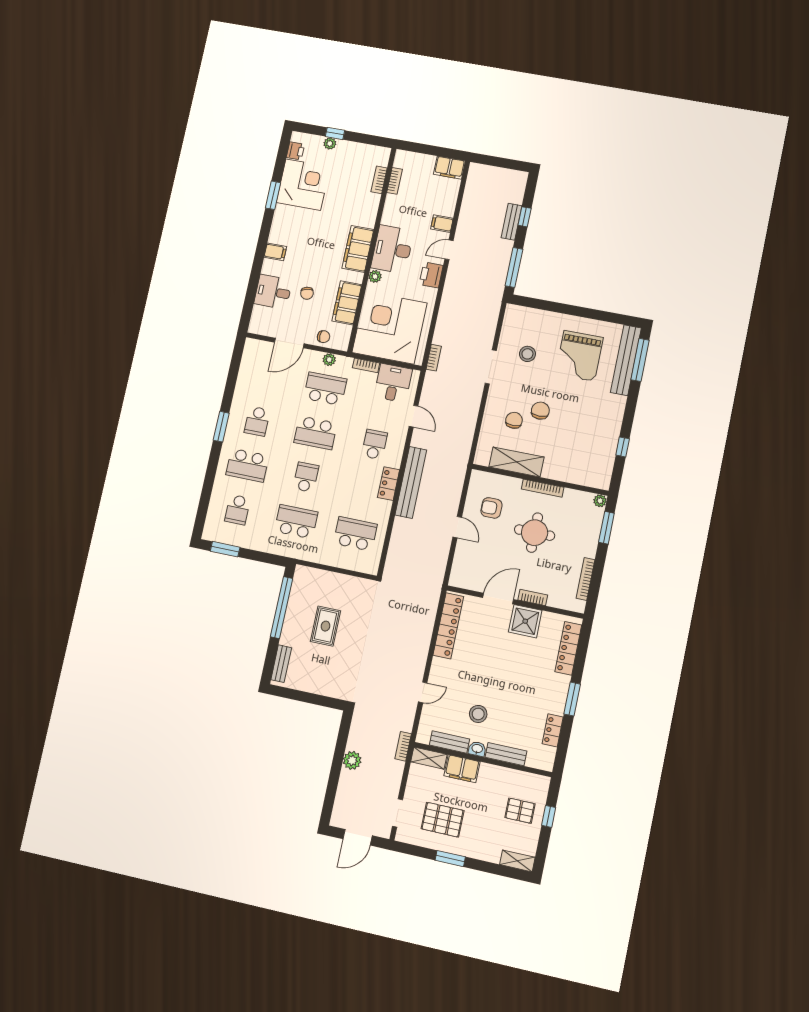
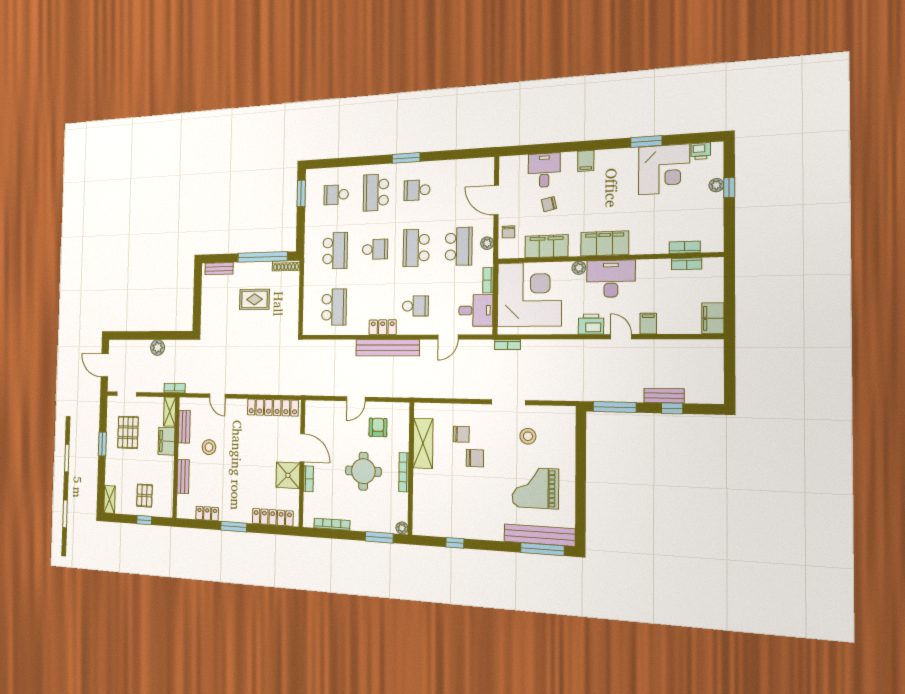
shoe rack: (298, 581) -> (286, 266), added
washbasin: (477, 749) -> (183, 451), removed

